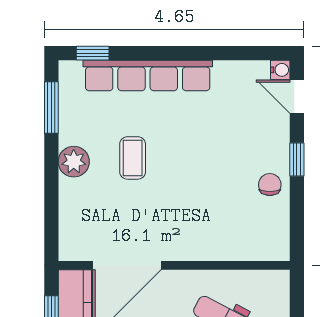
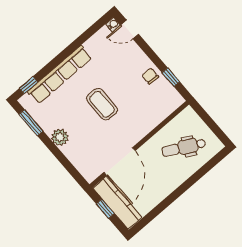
coffee table: (133, 158) -> (102, 104), moved, width x1.36, depth x1.30
window: (297, 159) -> (171, 77), moved

